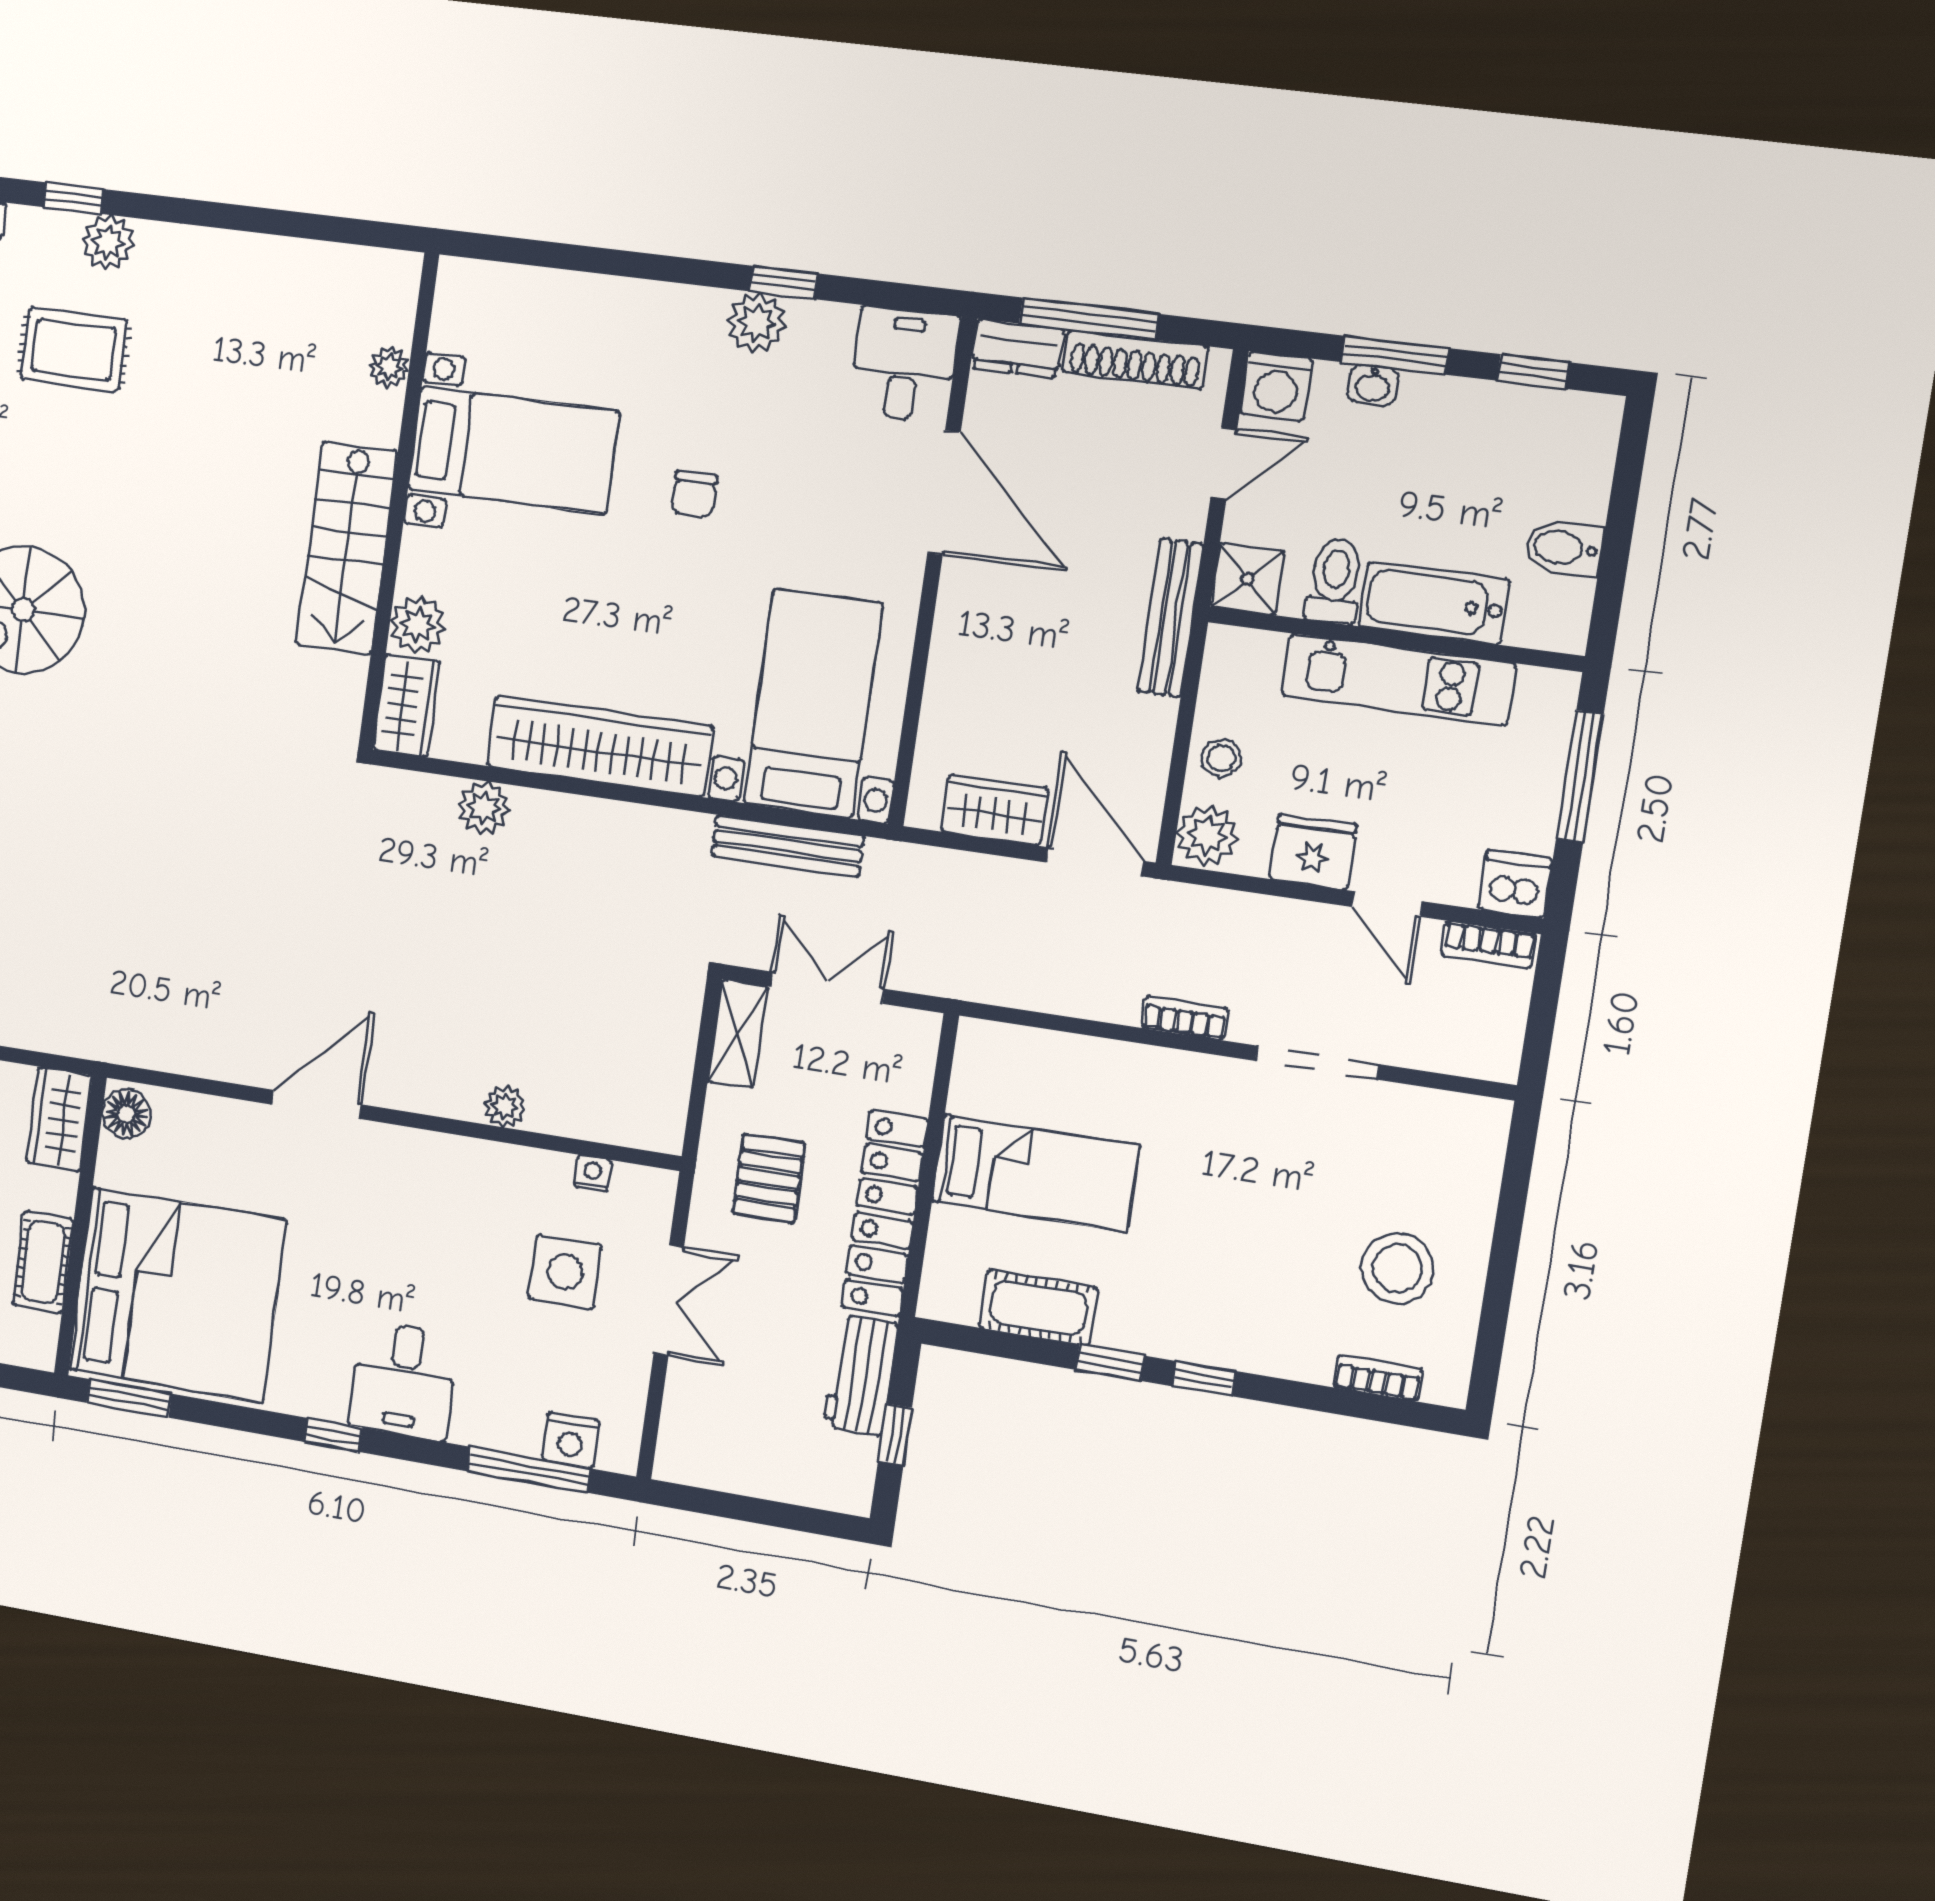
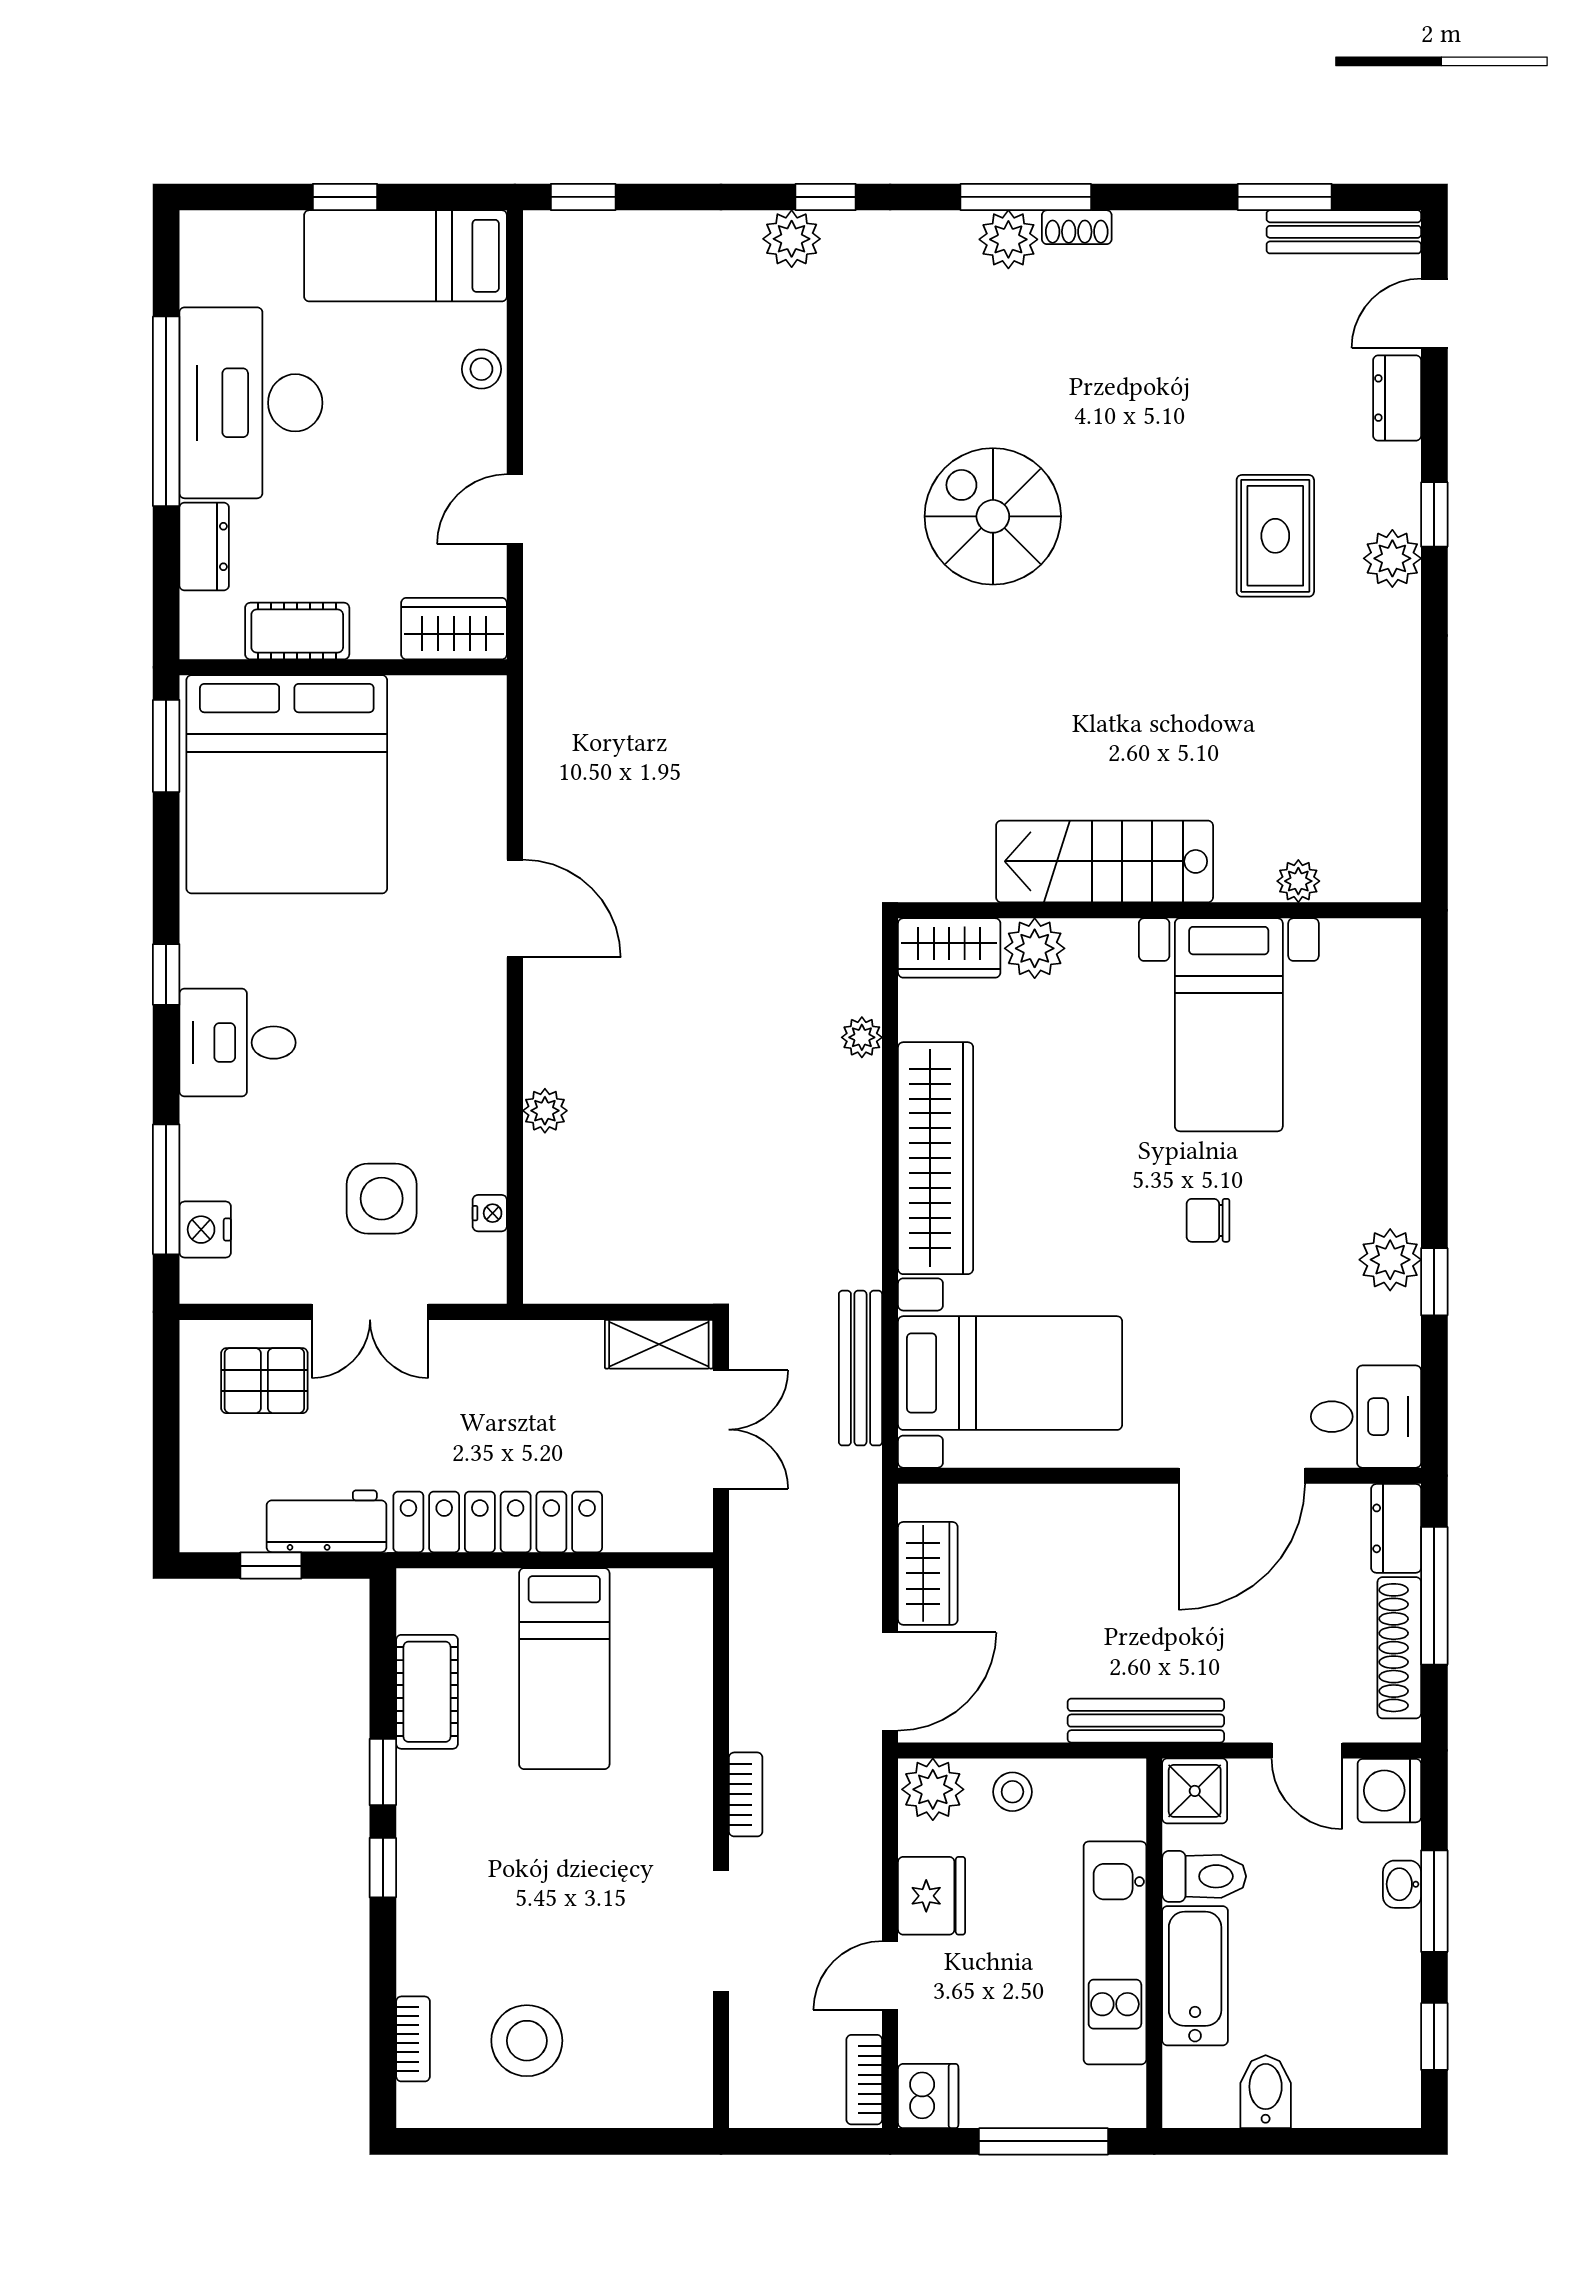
plant: (484, 808) -> (862, 1037), width x0.73, depth x0.73
floor lamp: (126, 1114) -> (472, 702), removed
pallet: (769, 1178) -> (264, 1381), moved

